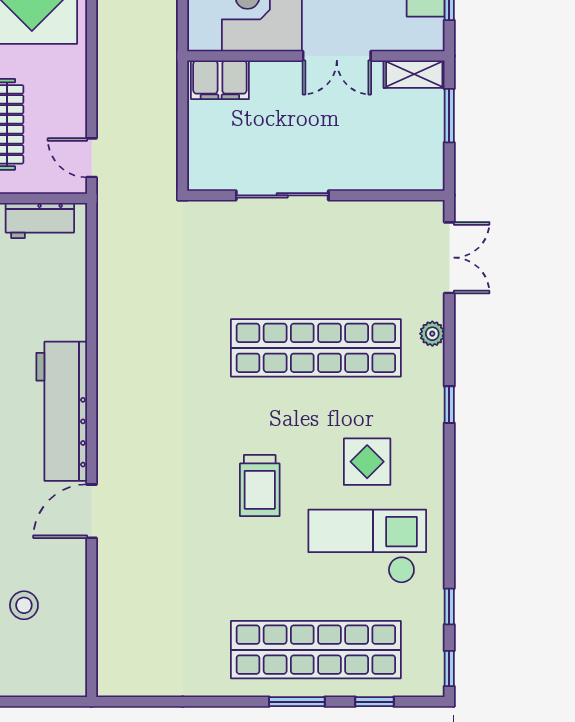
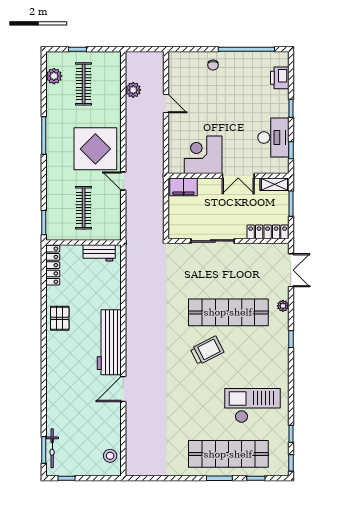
door: (92, 158) -> (123, 181), moved
locker: (399, 176) -> (268, 232), added
display table: (367, 462) -> (252, 366), removed
trolley: (260, 486) -> (207, 350), moved, turned -117
stool: (24, 605) -> (110, 456), moved

